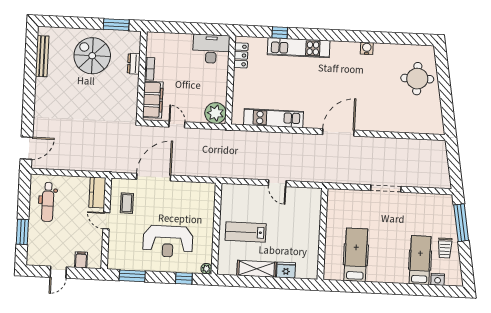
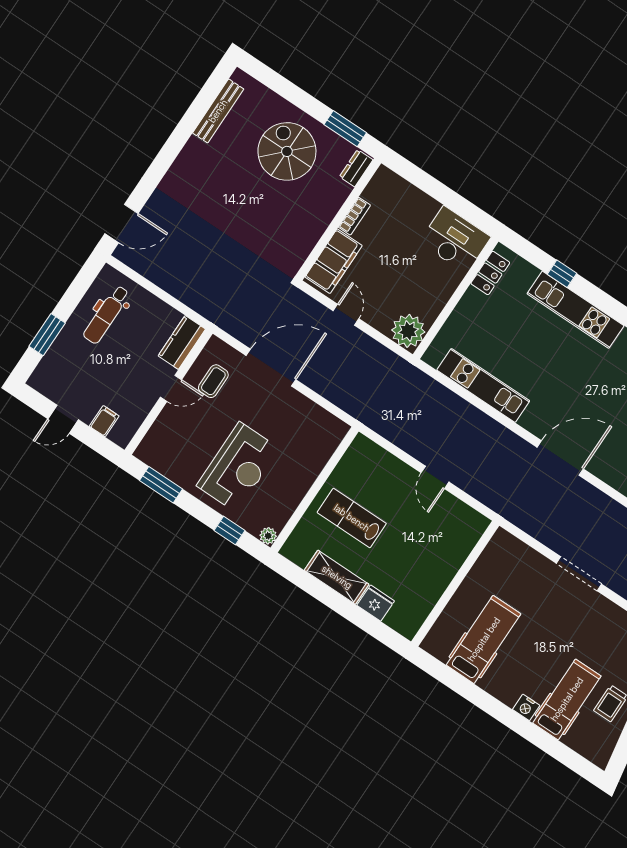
dresser: (134, 64) -> (356, 168), moved
door: (106, 221) -> (171, 388), swing flipped
reception desk: (168, 241) -> (238, 467), turned -90
nightstand: (438, 279) -> (526, 707), moved

